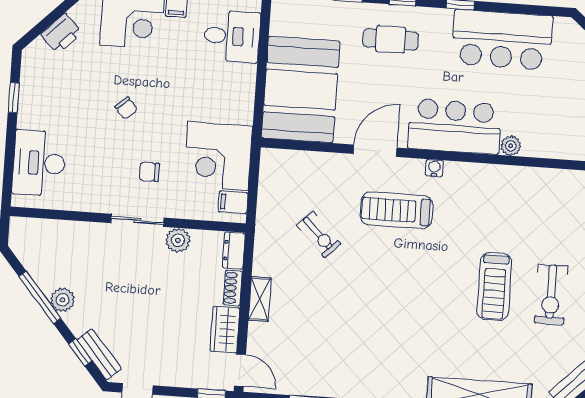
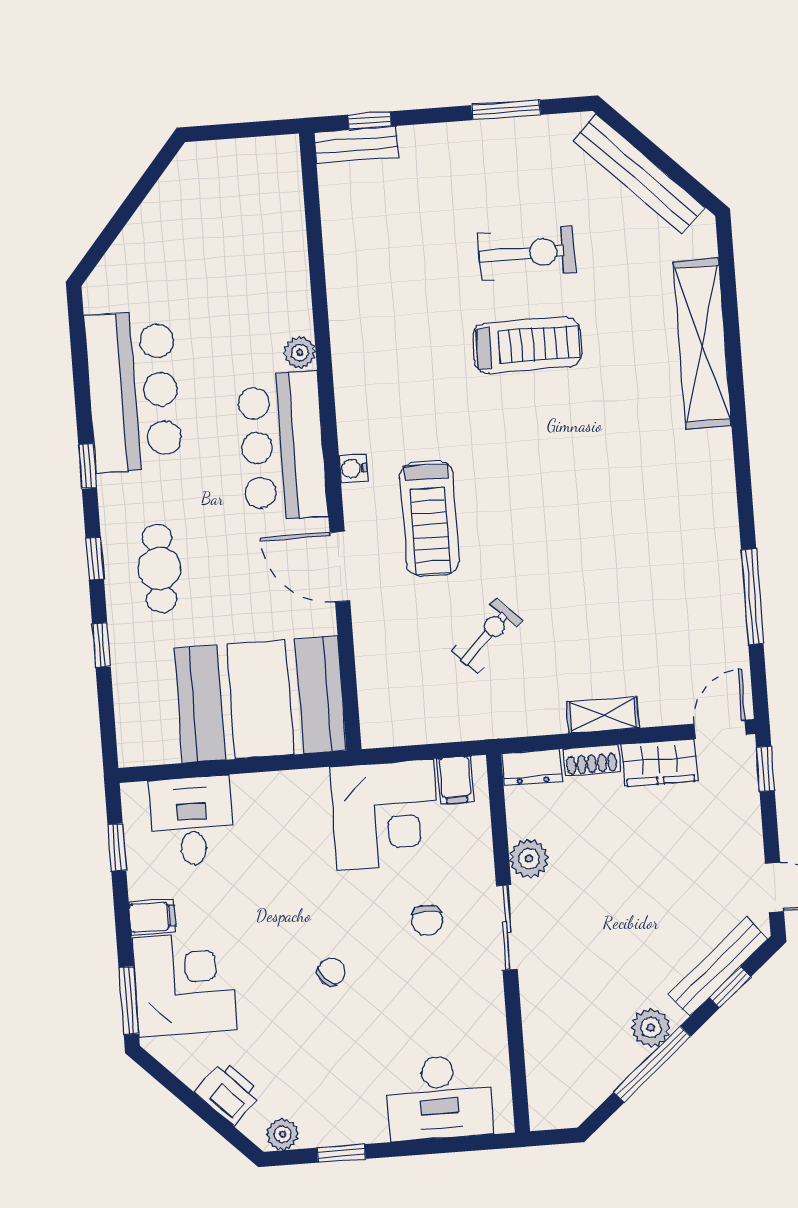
plant: (31, 63) -> (283, 1134), added
bench: (99, 354) -> (718, 967), width x1.36

